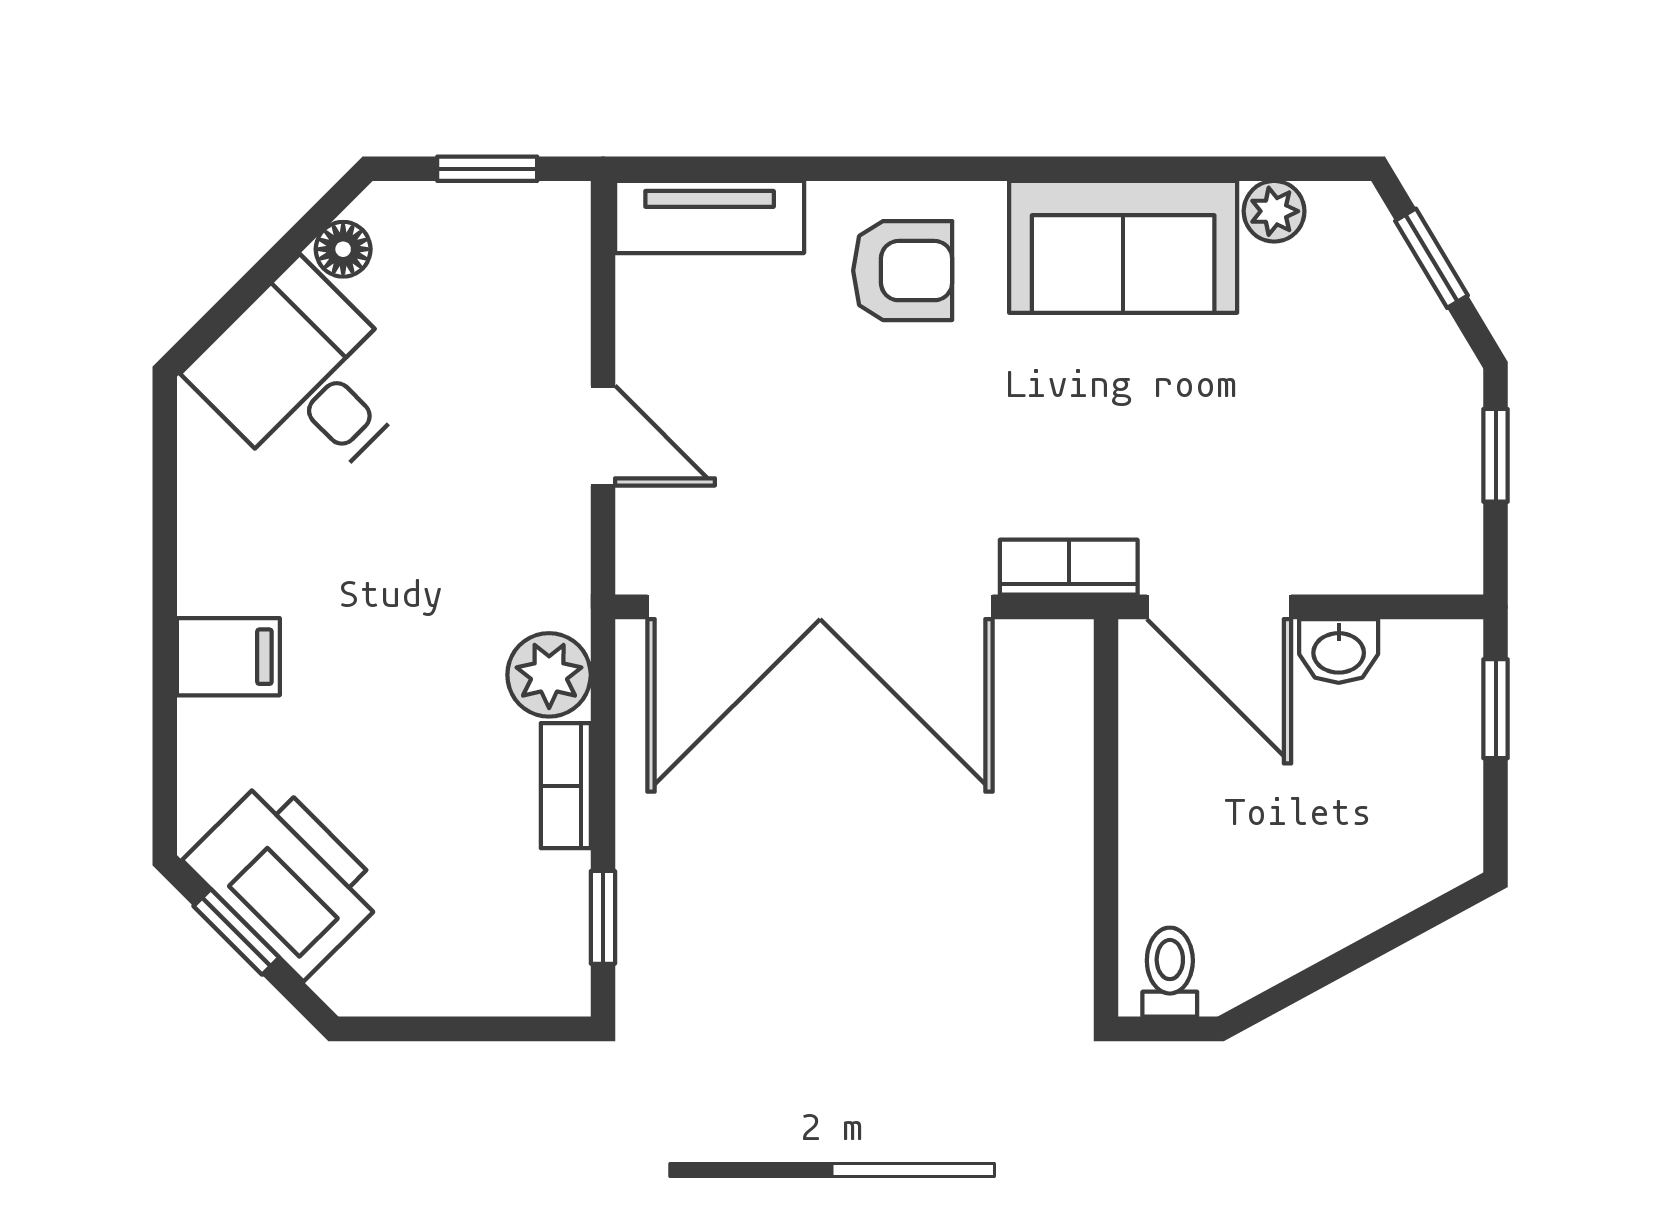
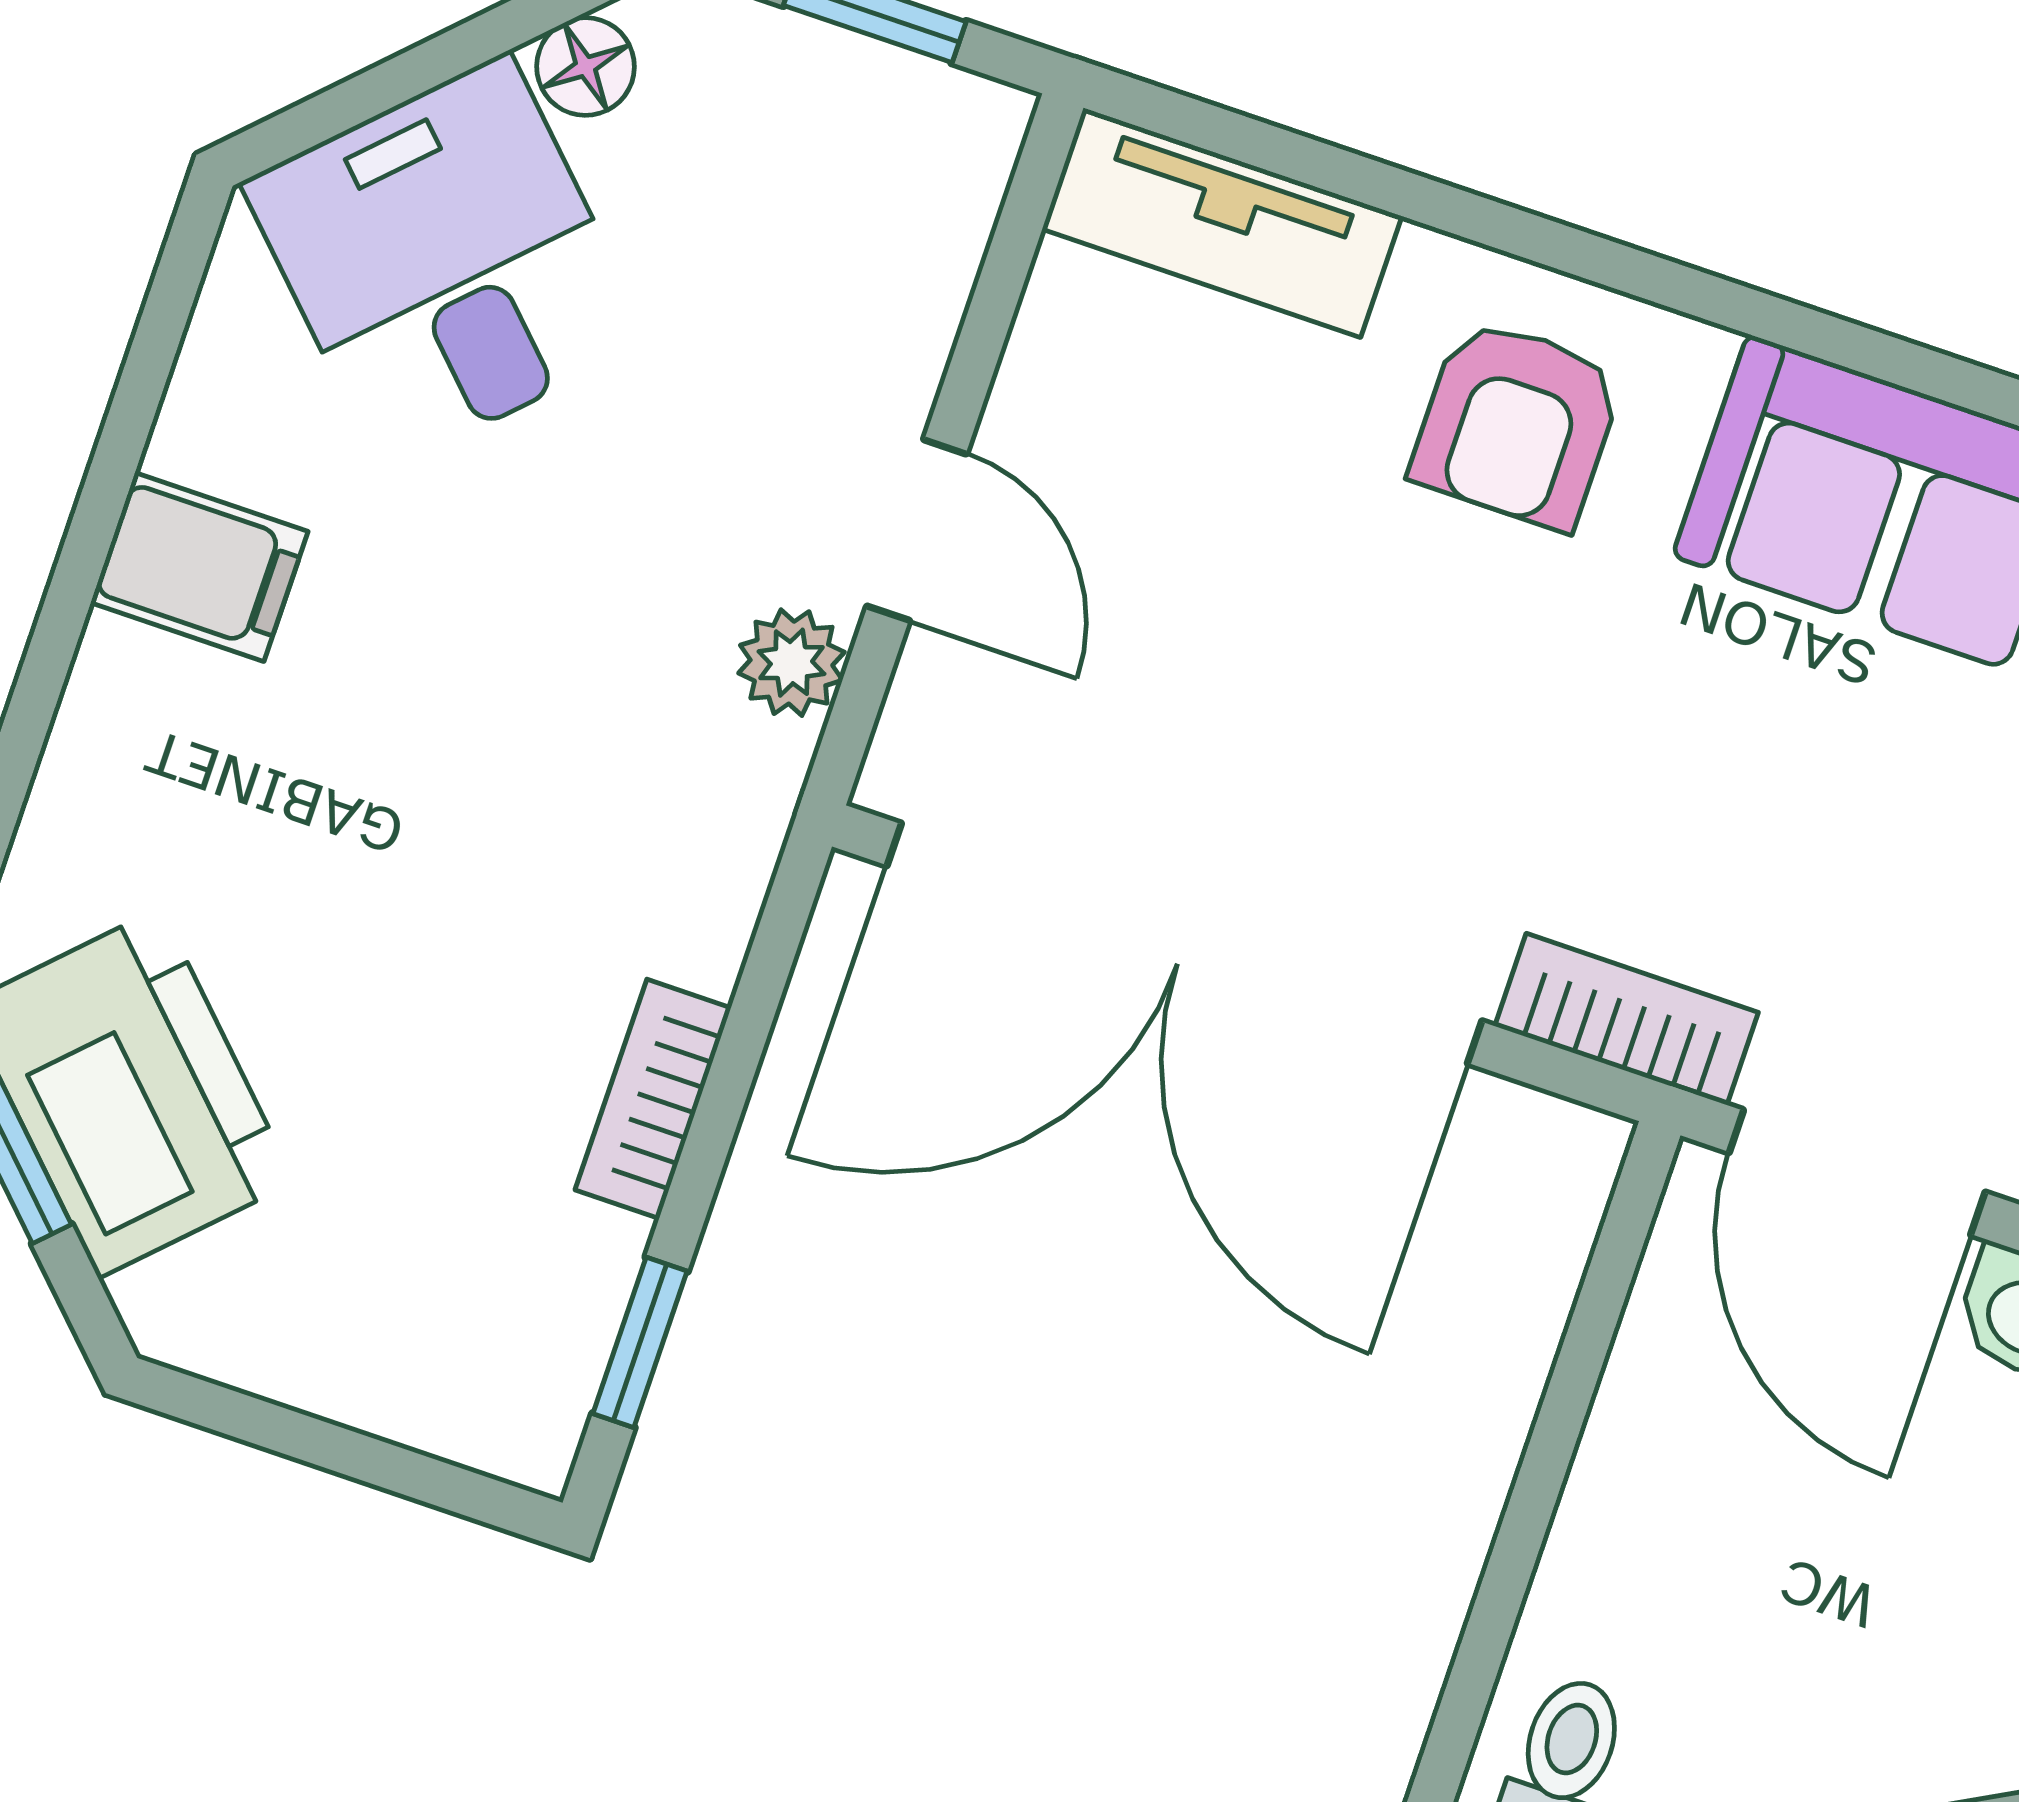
armchair: (903, 271) -> (1517, 424), turned 90
filing cabinet: (228, 657) -> (199, 567), moved
plant: (549, 675) -> (791, 663), moved, width x0.73, depth x0.73

